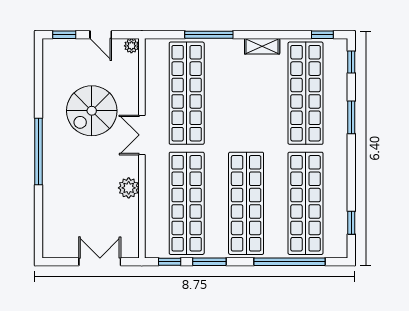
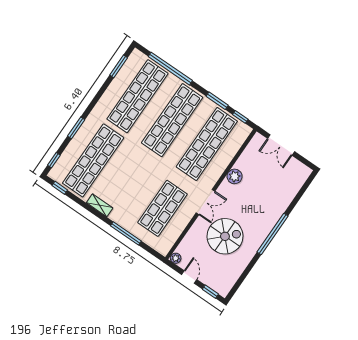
shop shelf: (187, 93) -> (163, 208), width x0.71
window: (351, 223) -> (119, 66), width x1.50

